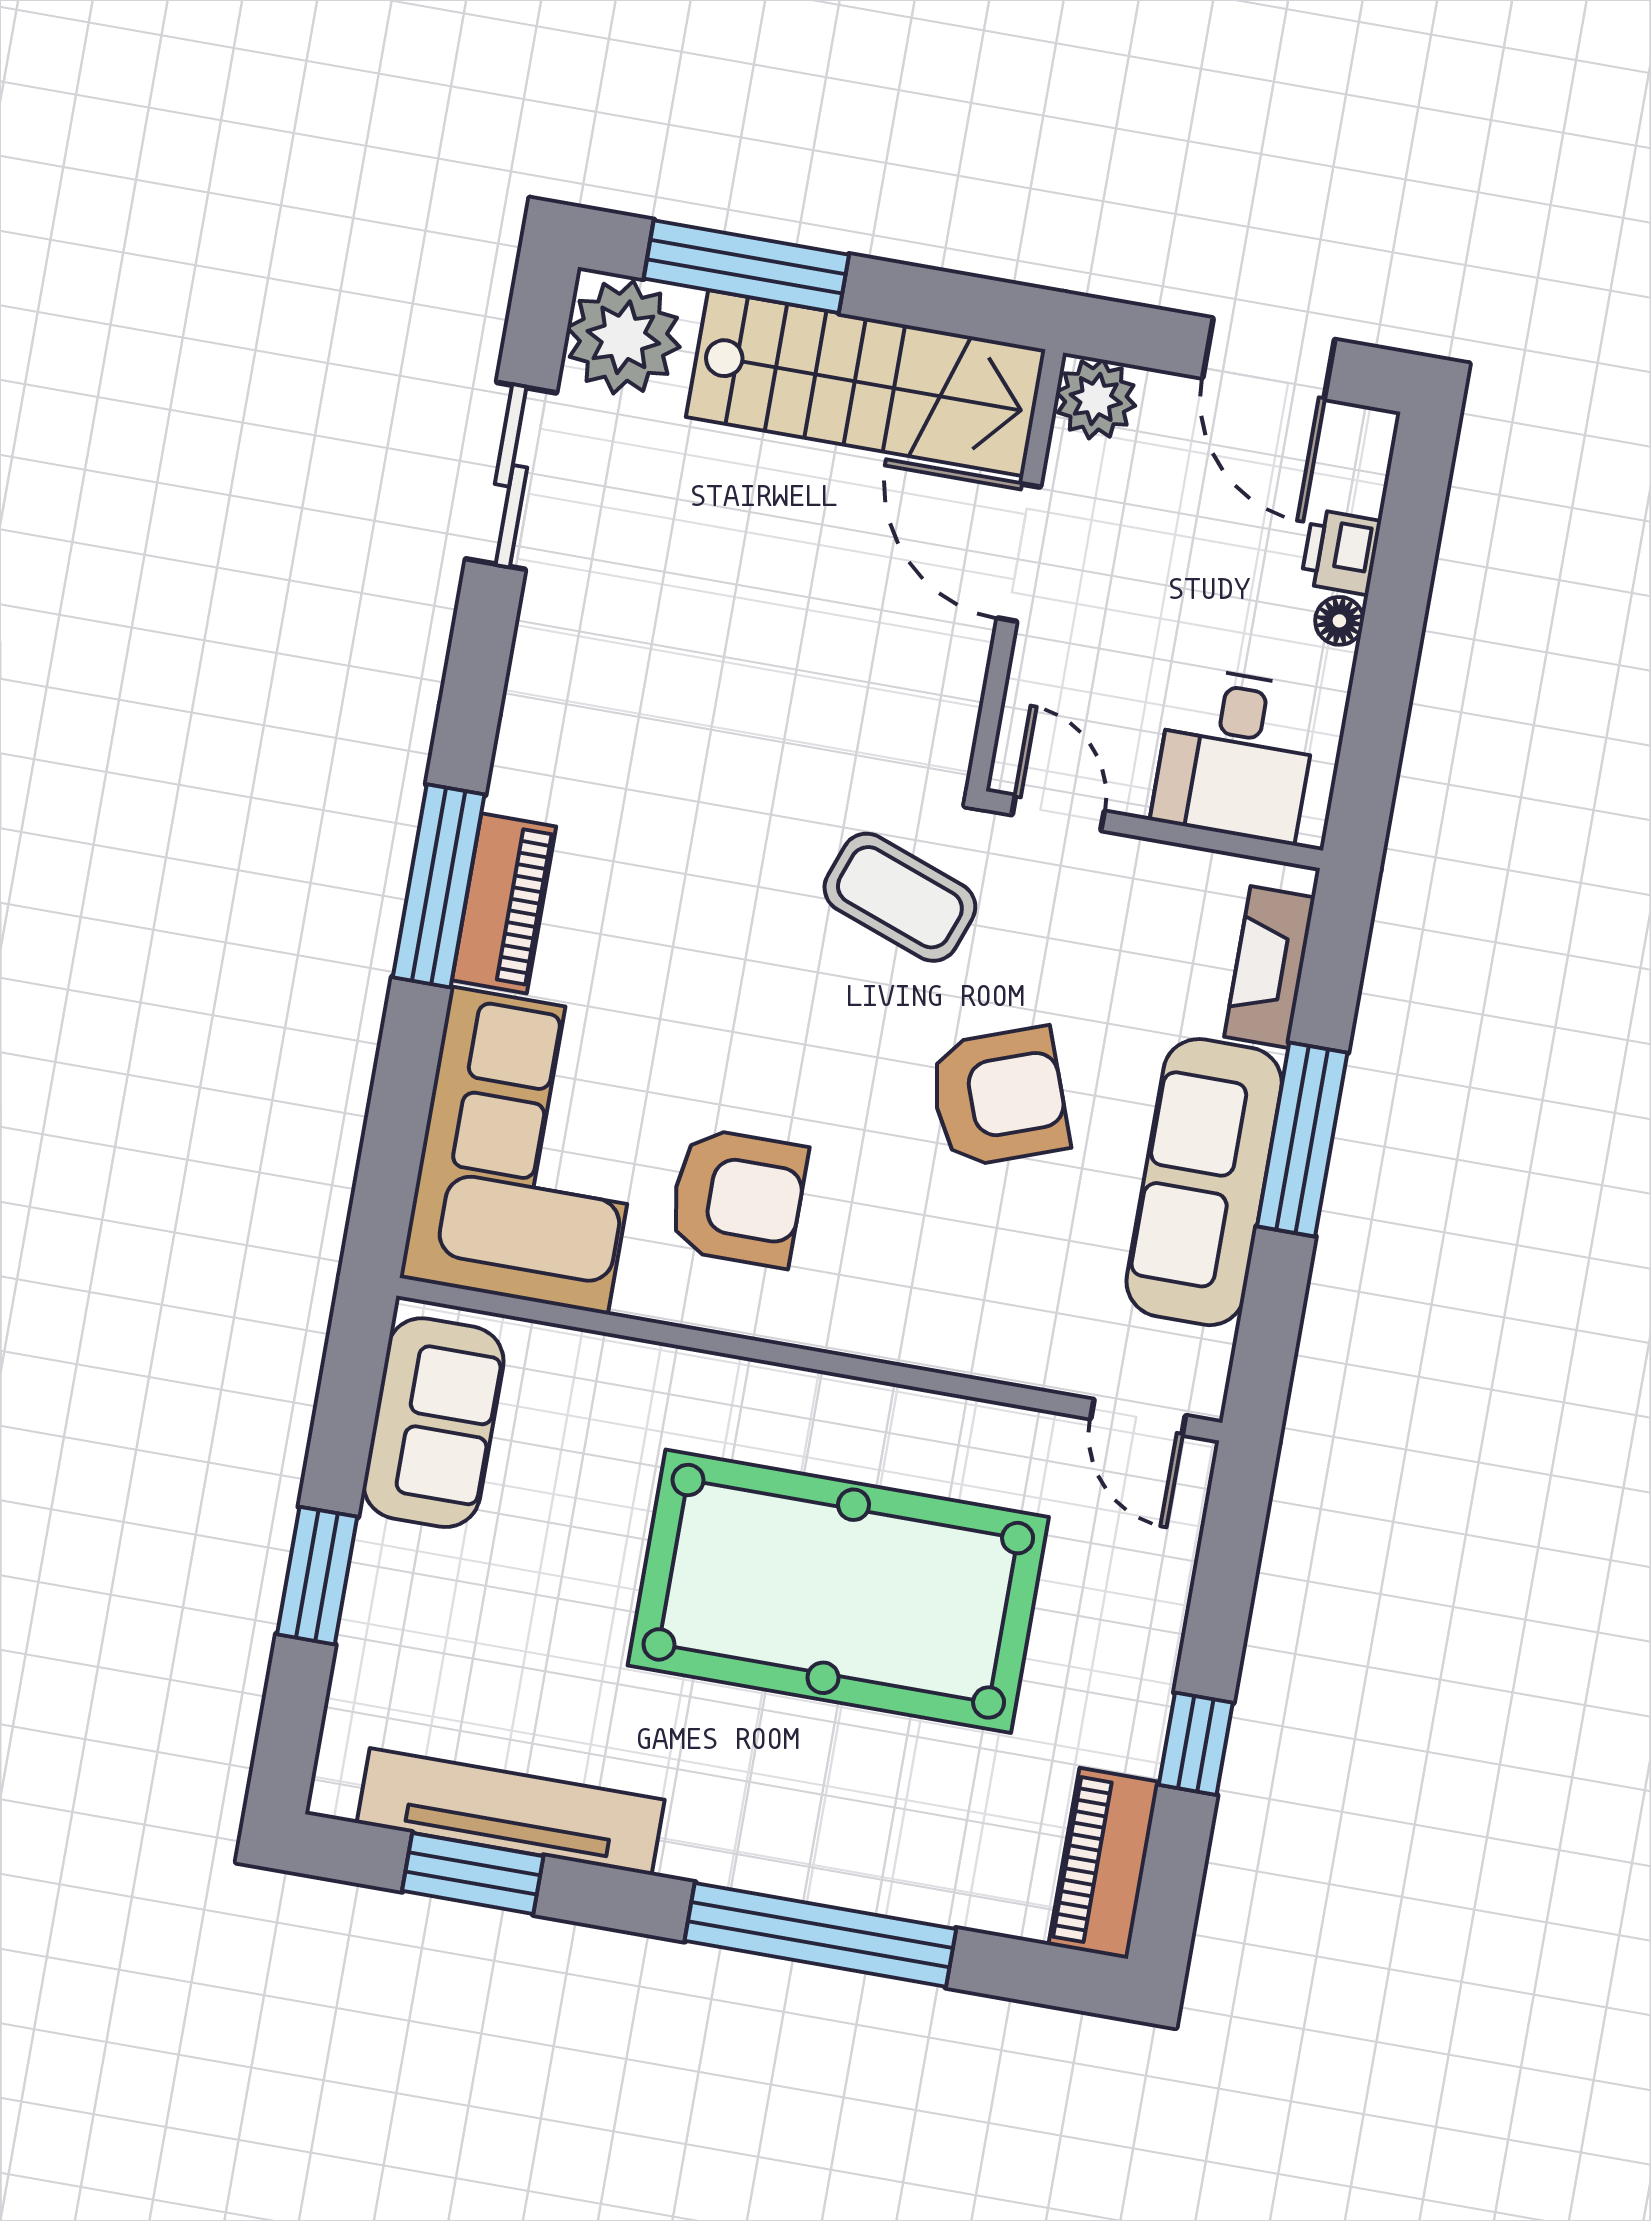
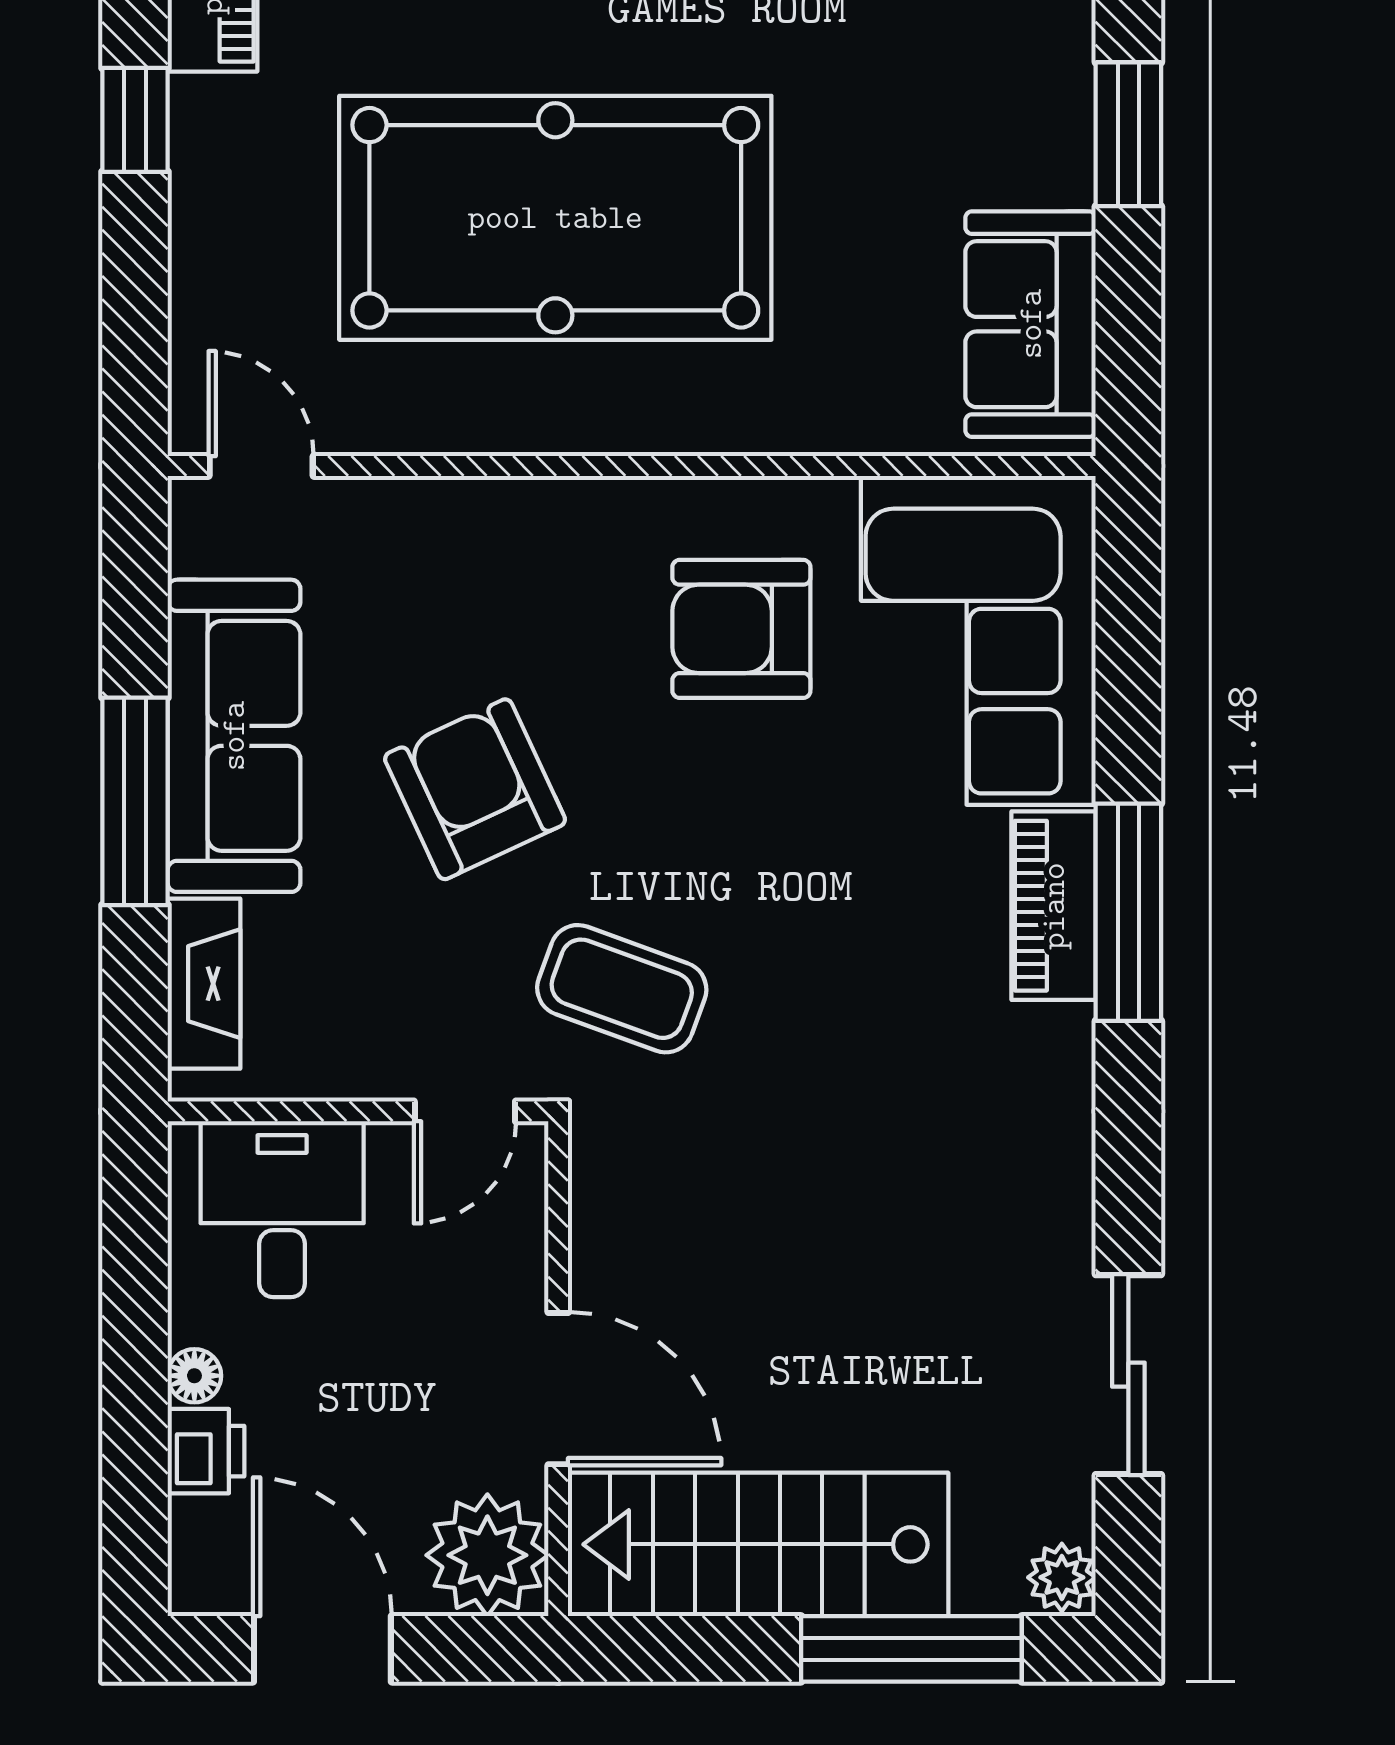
plant: (623, 337) -> (1062, 1577), width x0.53, depth x0.53
plant: (1096, 399) -> (487, 1555), width x1.36, depth x1.36
door: (1058, 813) -> (465, 1111), hinge flipped
armchair: (999, 1097) -> (475, 789), turned 85

